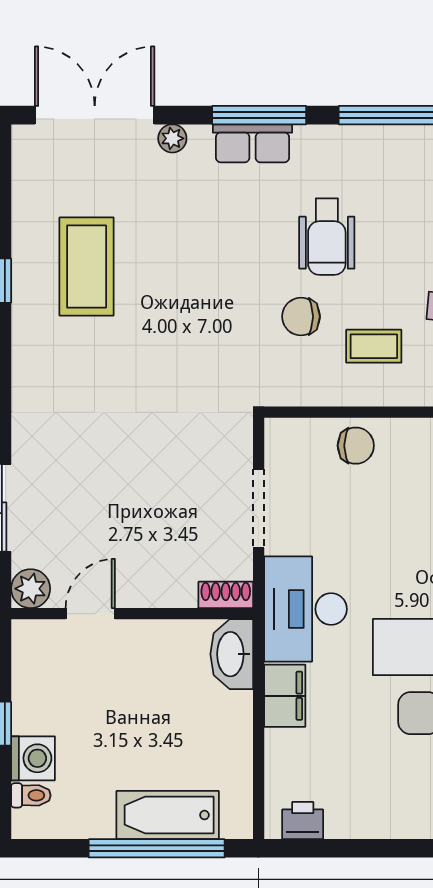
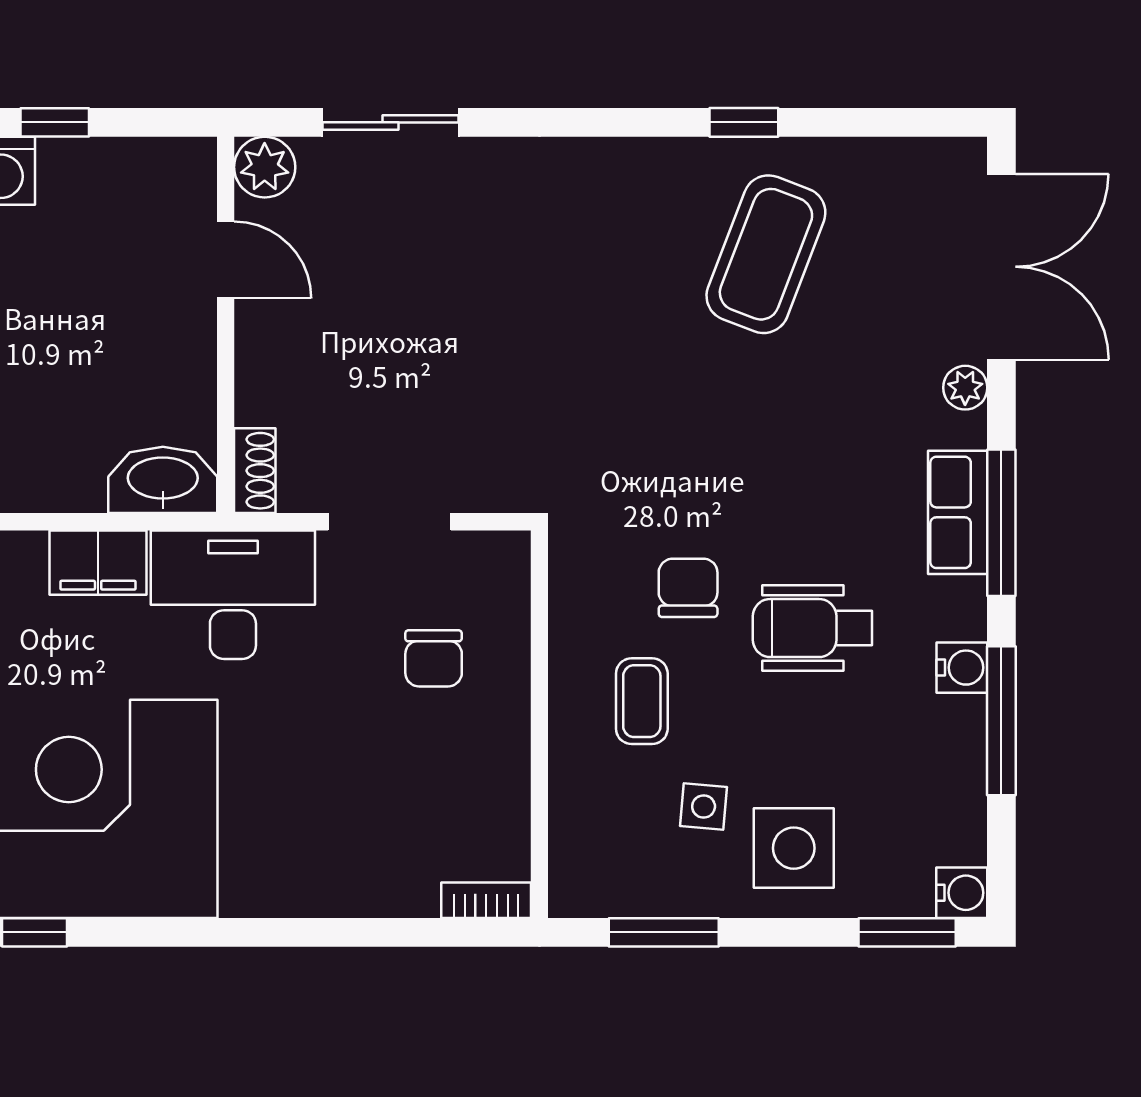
water cooler: (352, 140) -> (962, 668), added
coffee table: (87, 266) -> (766, 254), turned -69
chair: (356, 446) -> (434, 658), moved

